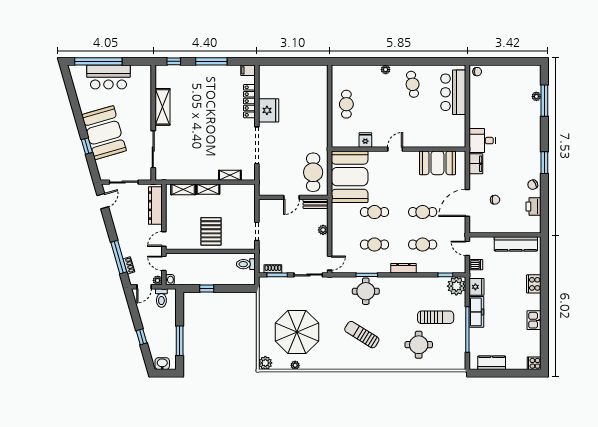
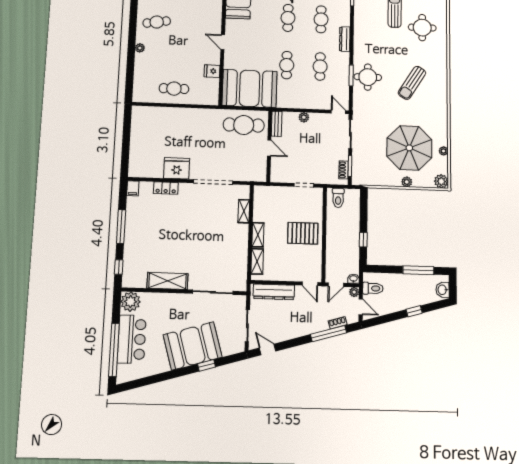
plant: (142, 74) -> (131, 302), added
locker: (249, 101) -> (166, 188), width x0.66
plant: (264, 330) -> (407, 182), added

